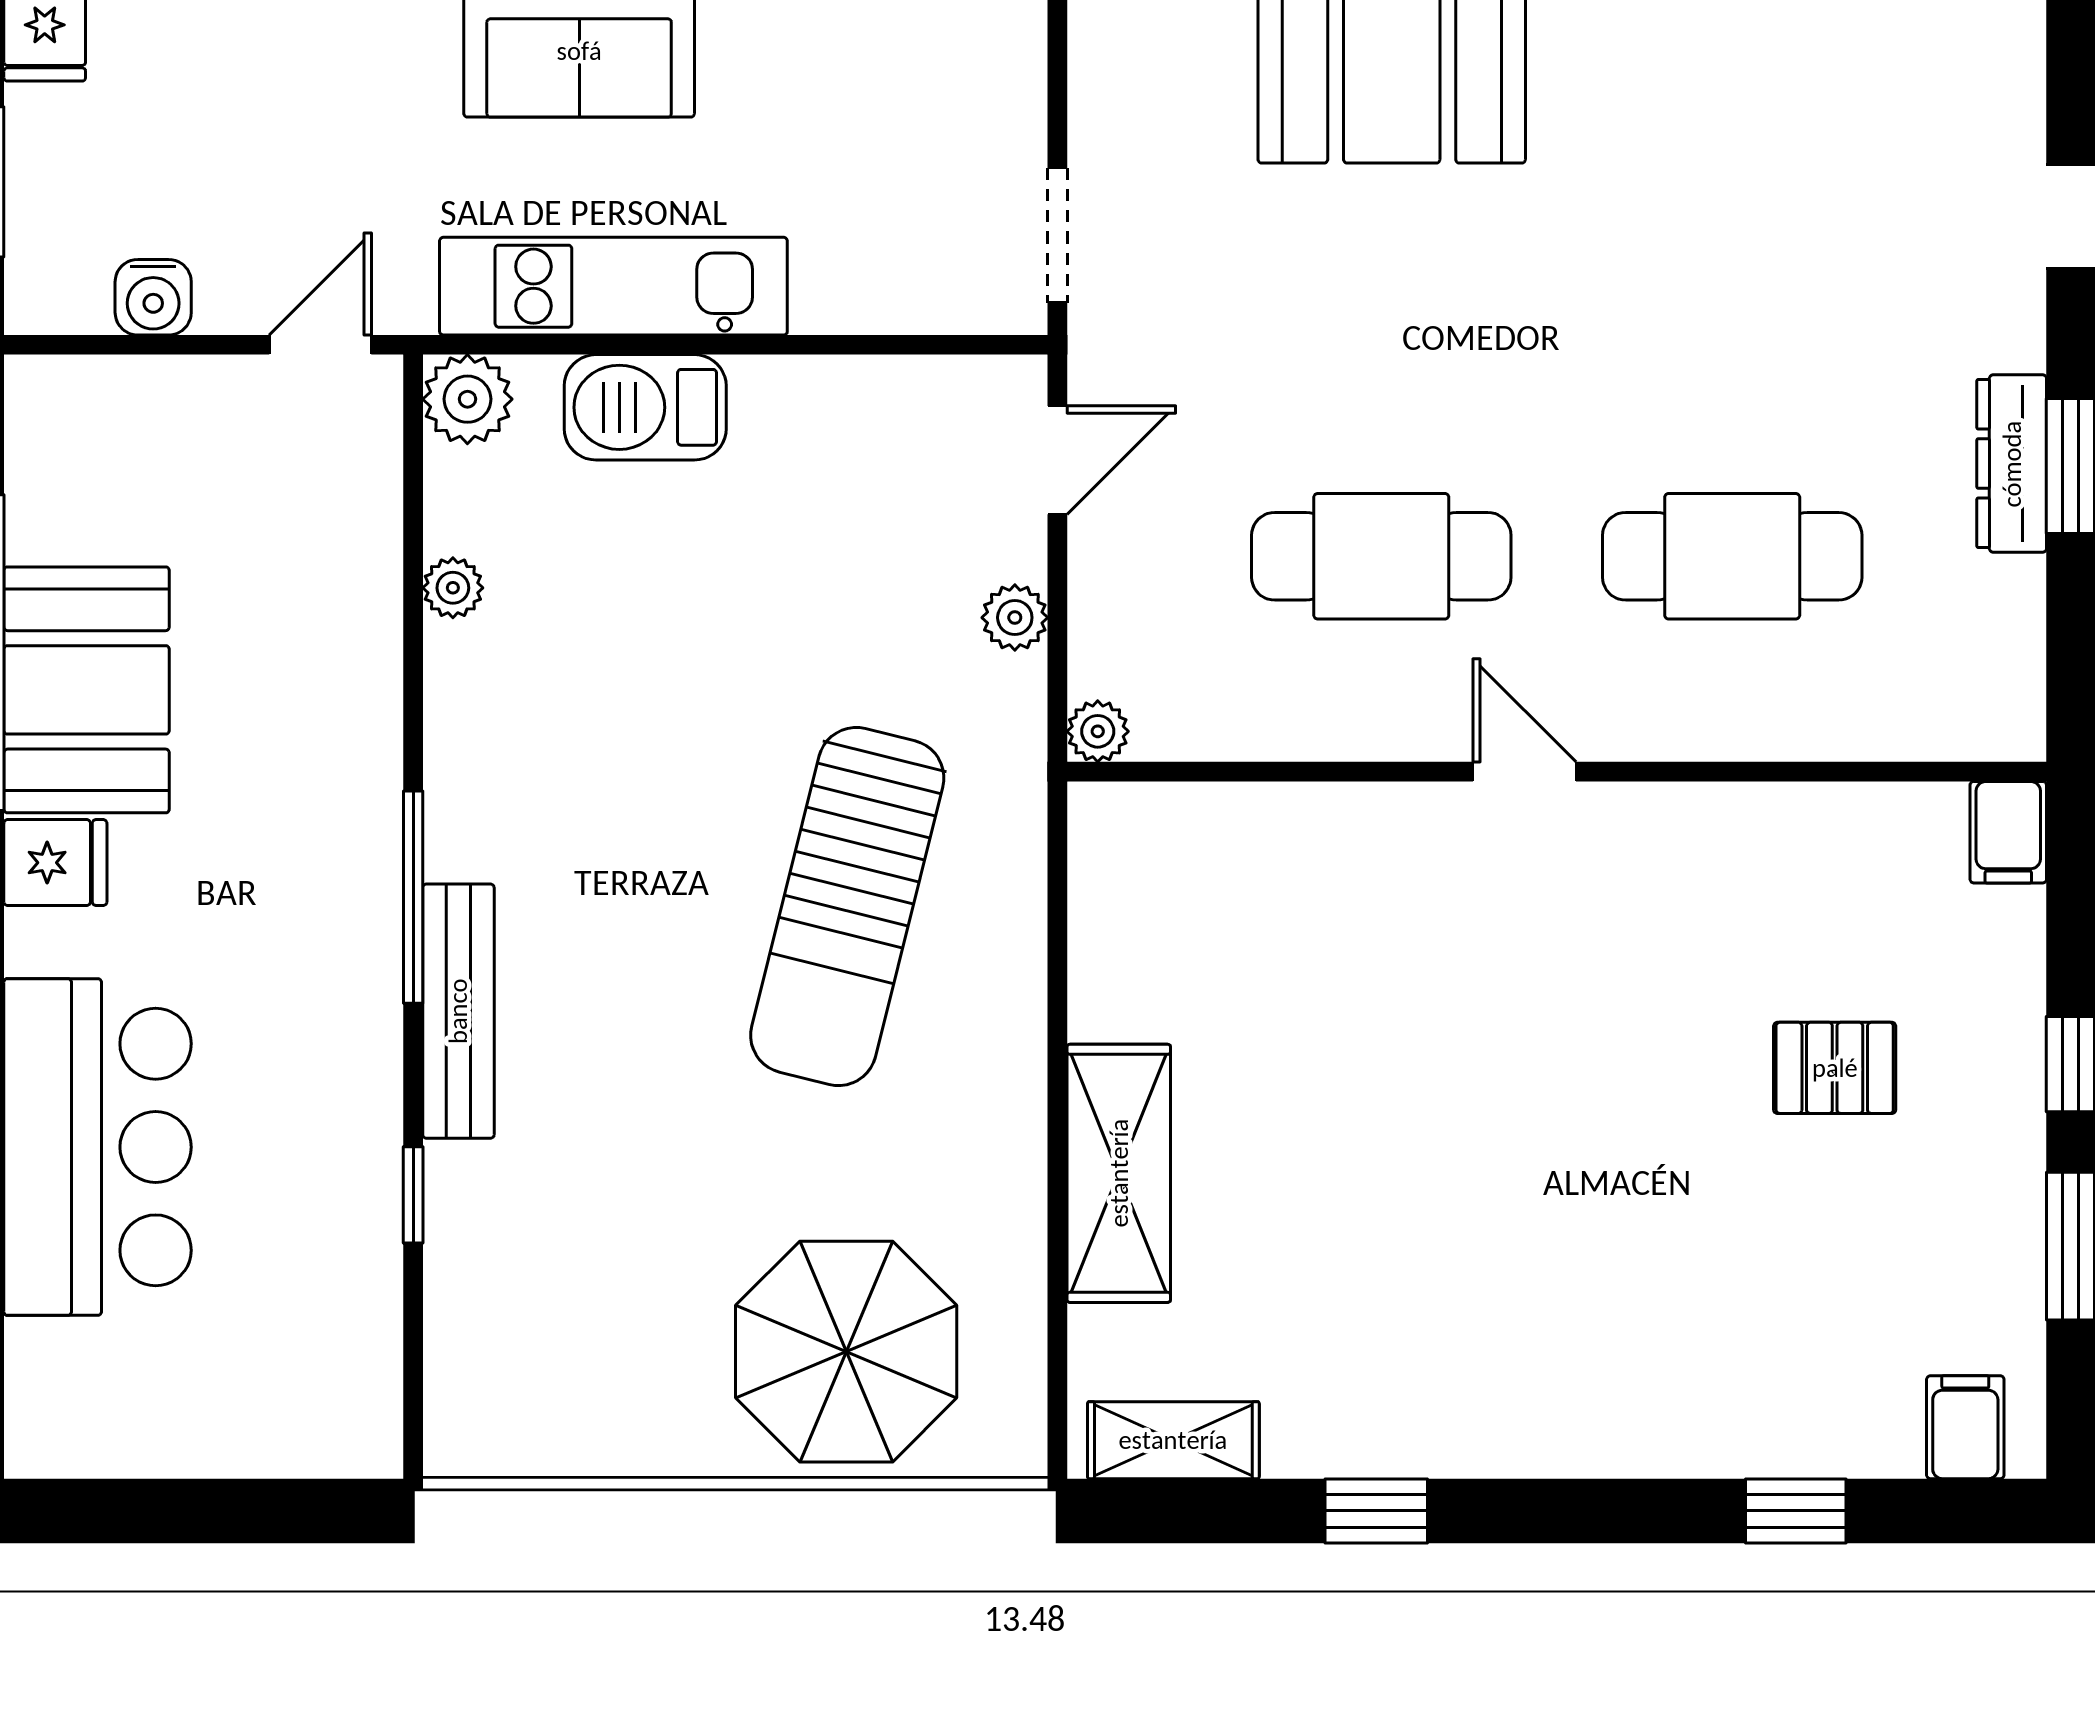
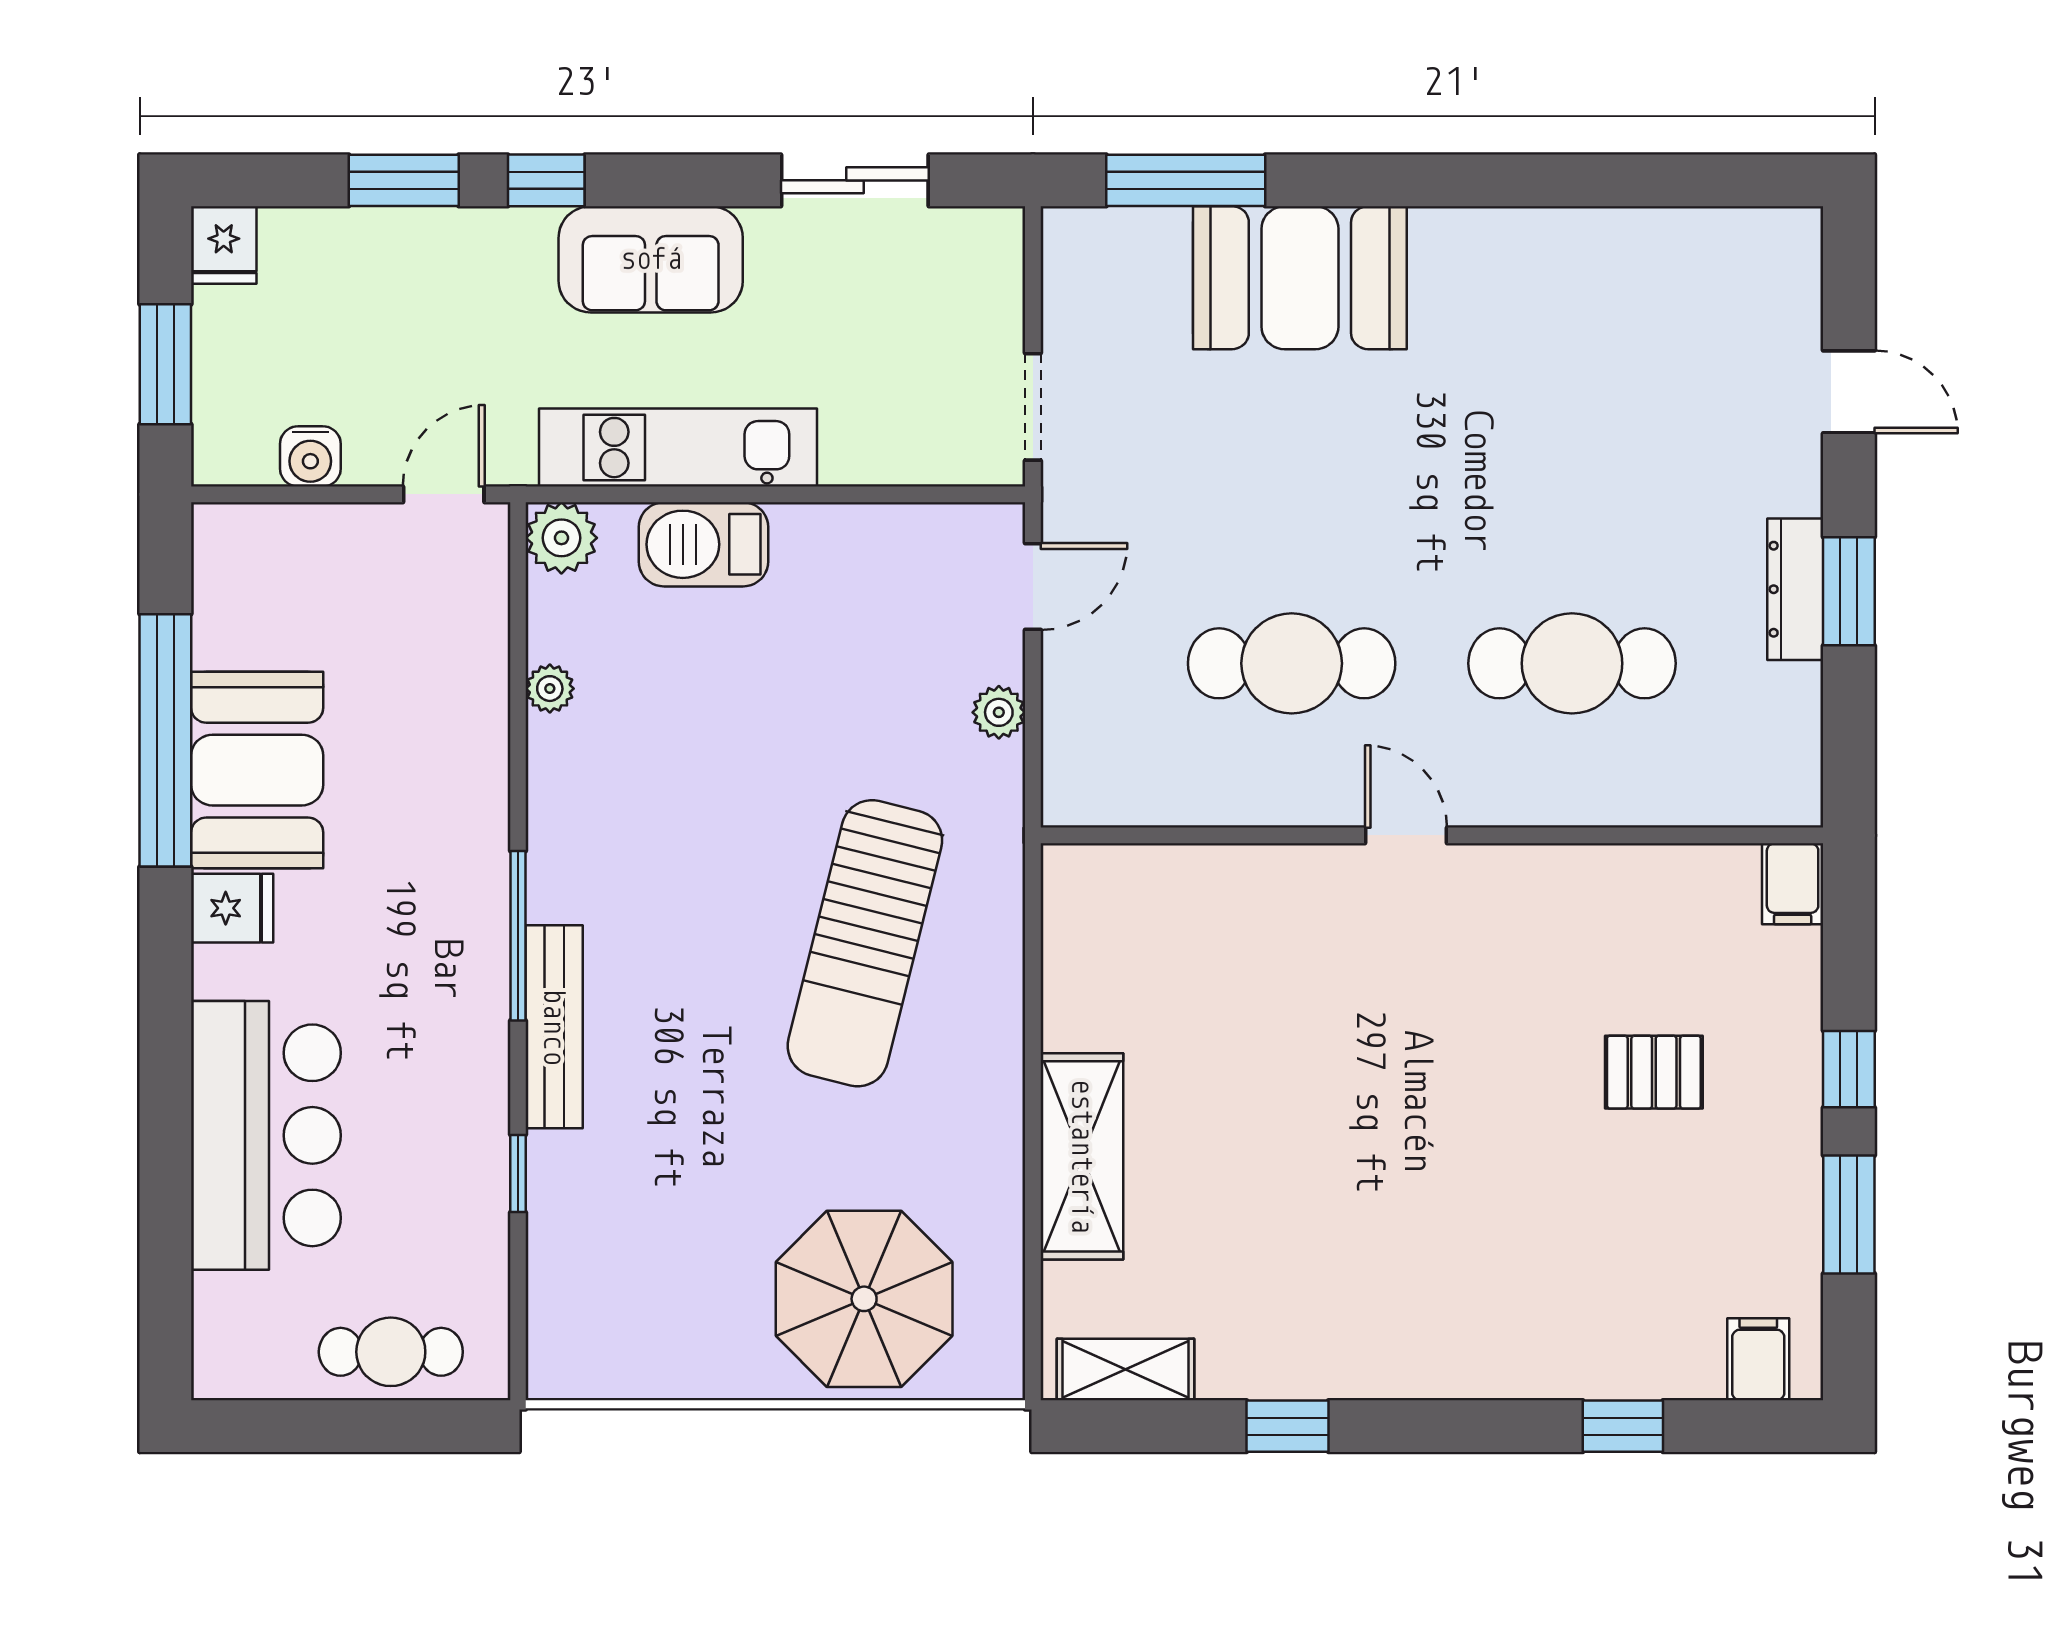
plant: (1098, 731) -> (1065, 803), removed
cafe table: (254, 1418) -> (391, 1352), added

